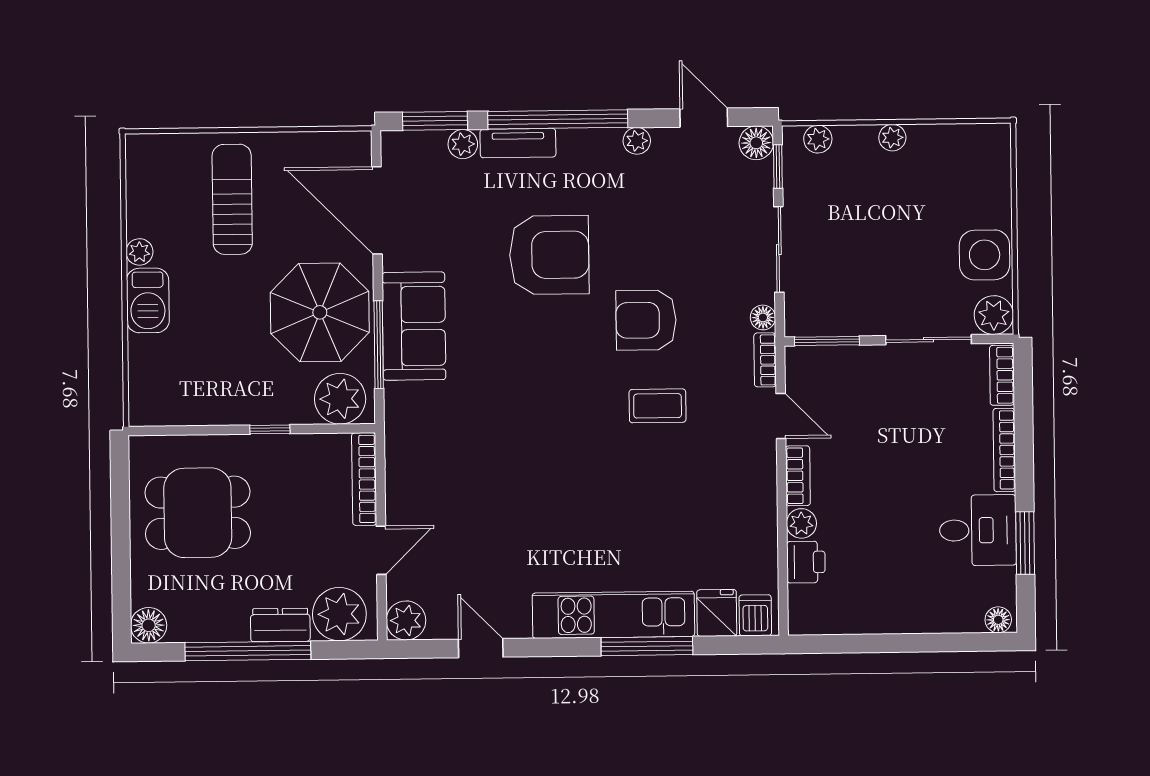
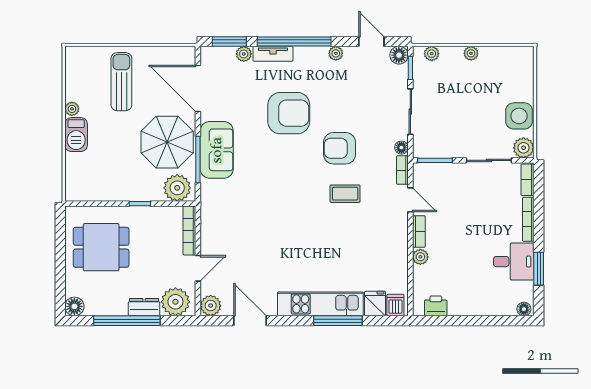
printer: (806, 562) -> (436, 306), moved, turned -90
door: (481, 648) -> (250, 321), width x1.38

